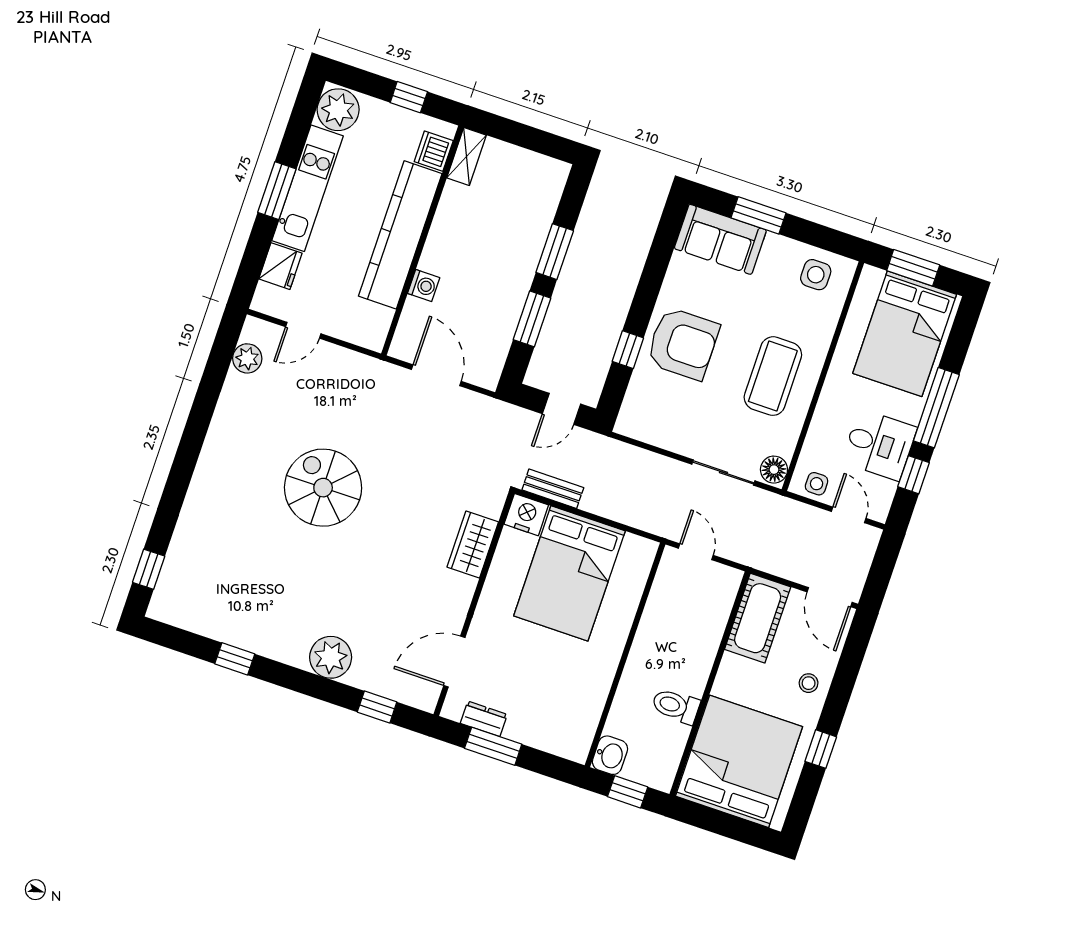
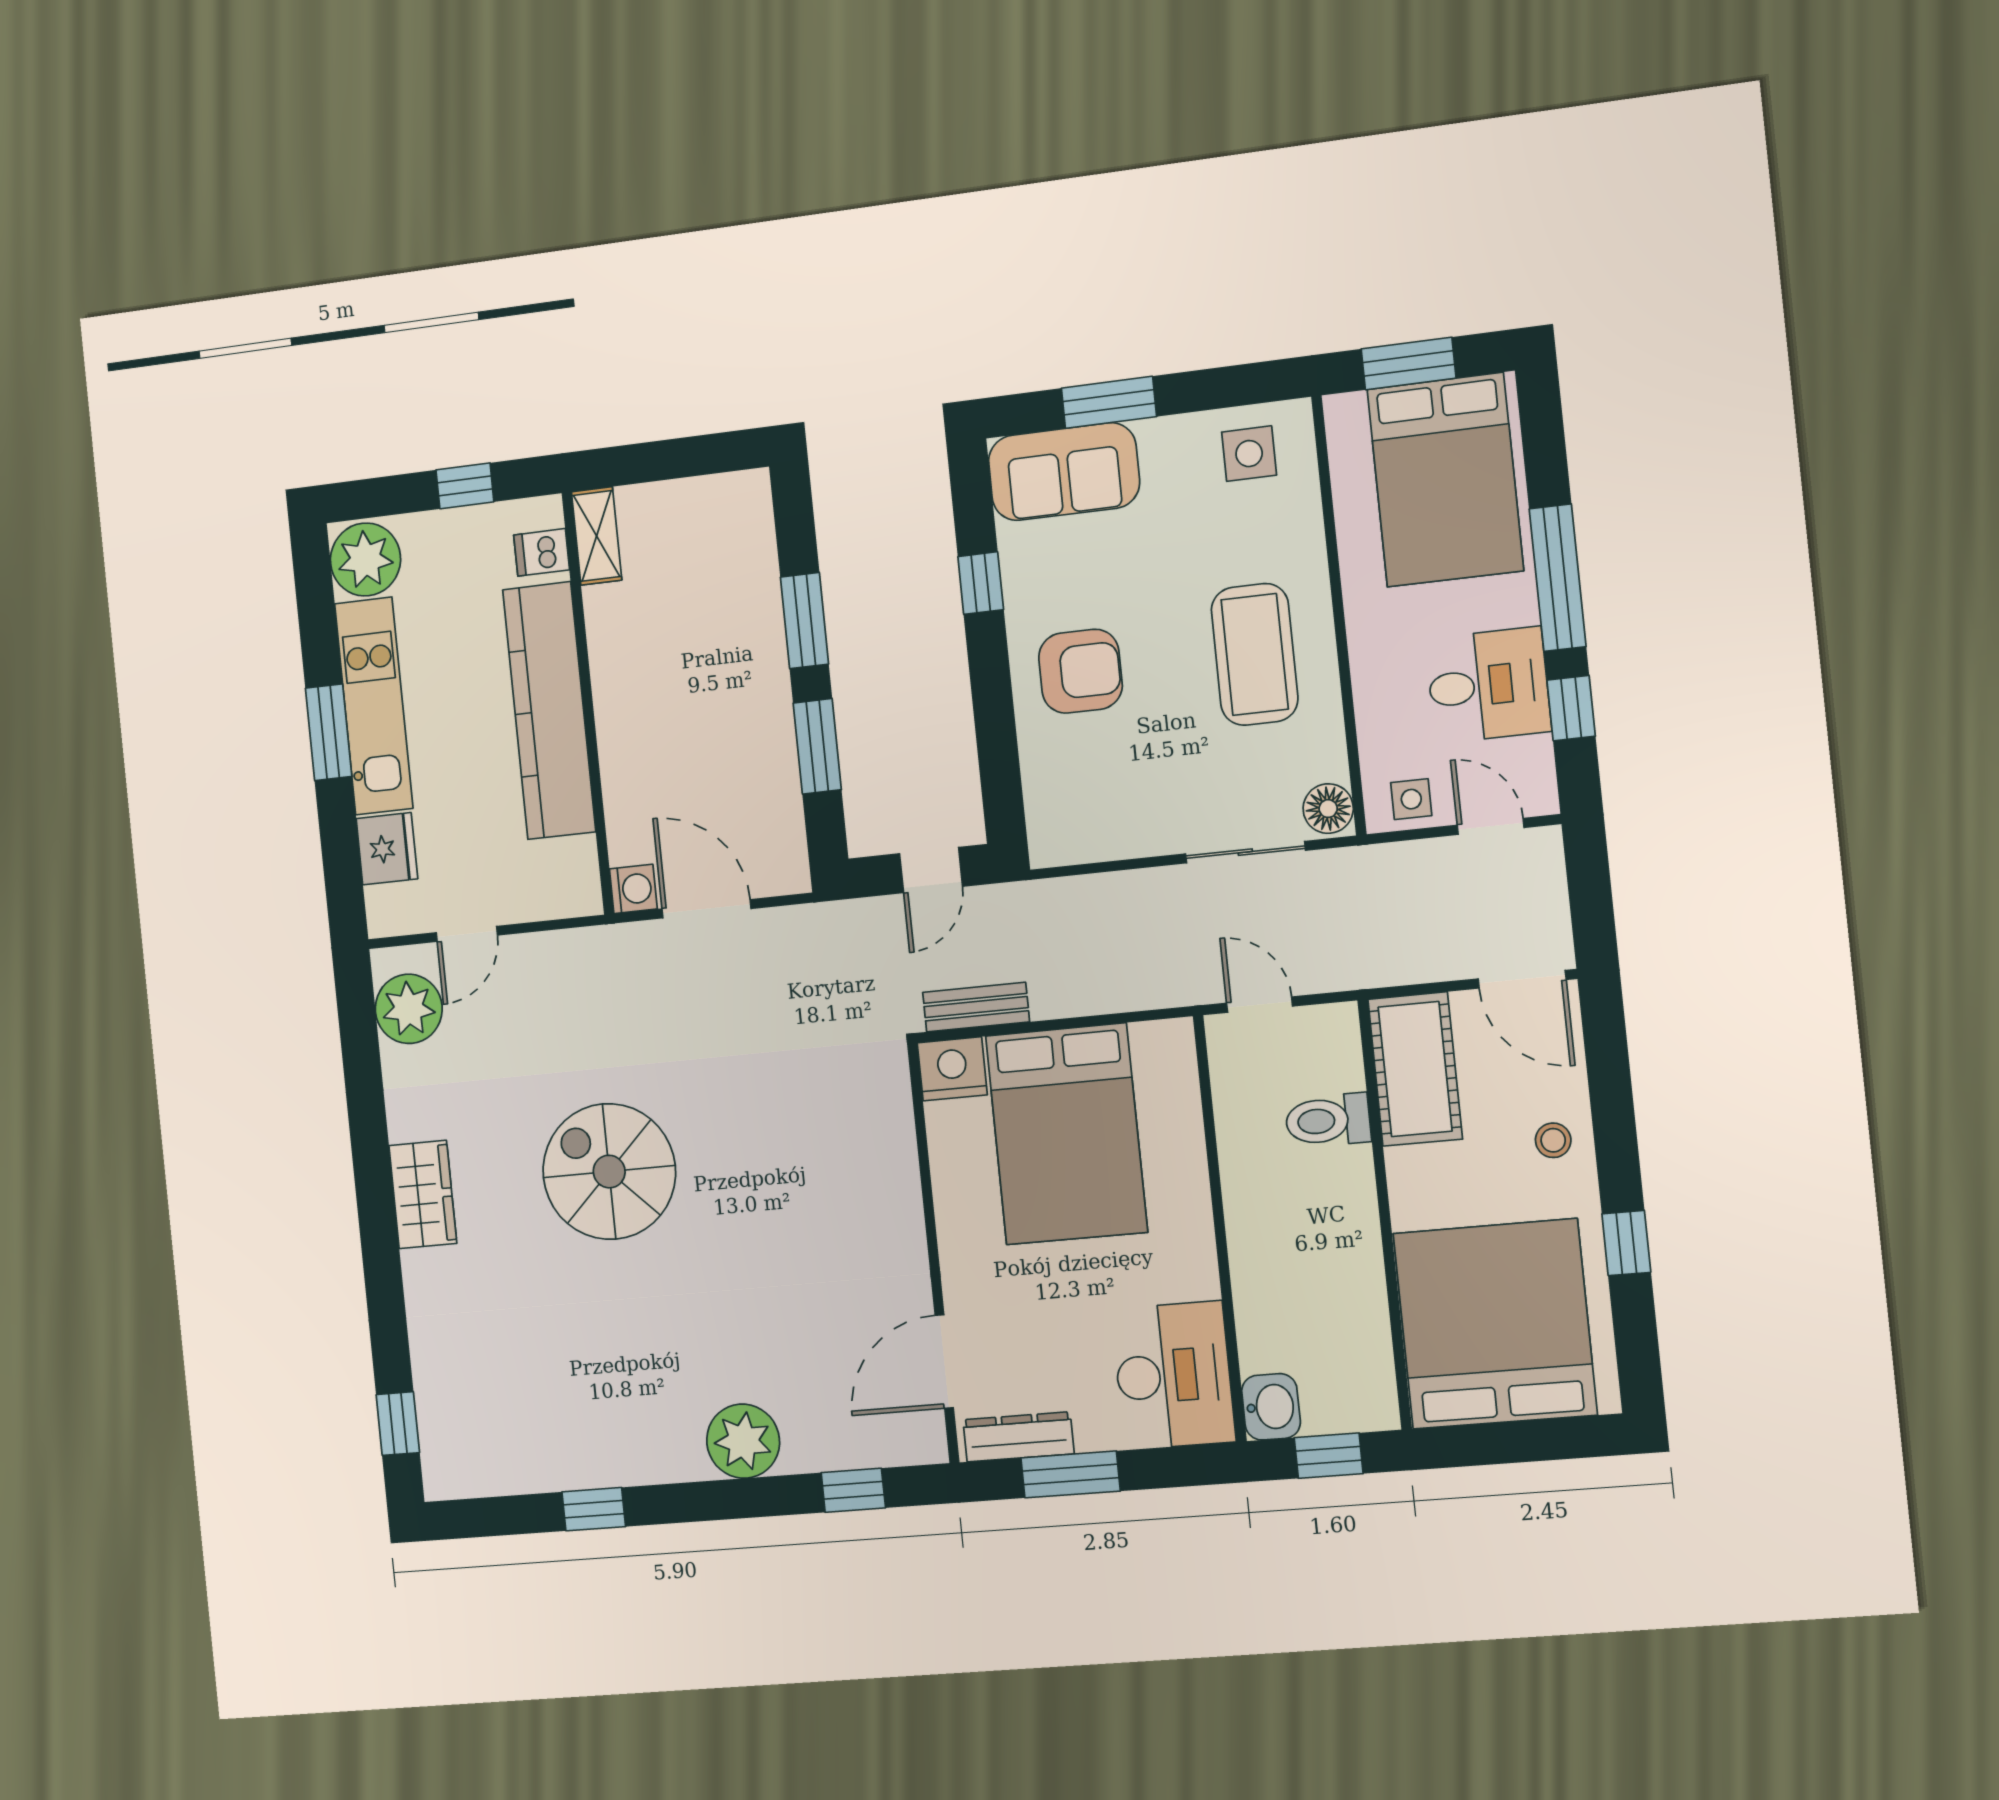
dishwasher: (434, 151) -> (542, 552), width x0.73
washing machine: (424, 285) -> (633, 889), moved
armchair: (683, 344) -> (1080, 671), width x0.73, depth x0.73
window: (628, 350) -> (981, 583), moved
plant: (247, 358) -> (409, 1009), width x1.36, depth x1.36
wardrobe: (473, 545) -> (423, 1194), moved, turned 180
toilet: (676, 706) -> (1328, 1120), moved
dresser: (484, 719) -> (1018, 1437), width x1.44
desk: (568, 719) -> (1173, 1375), added

